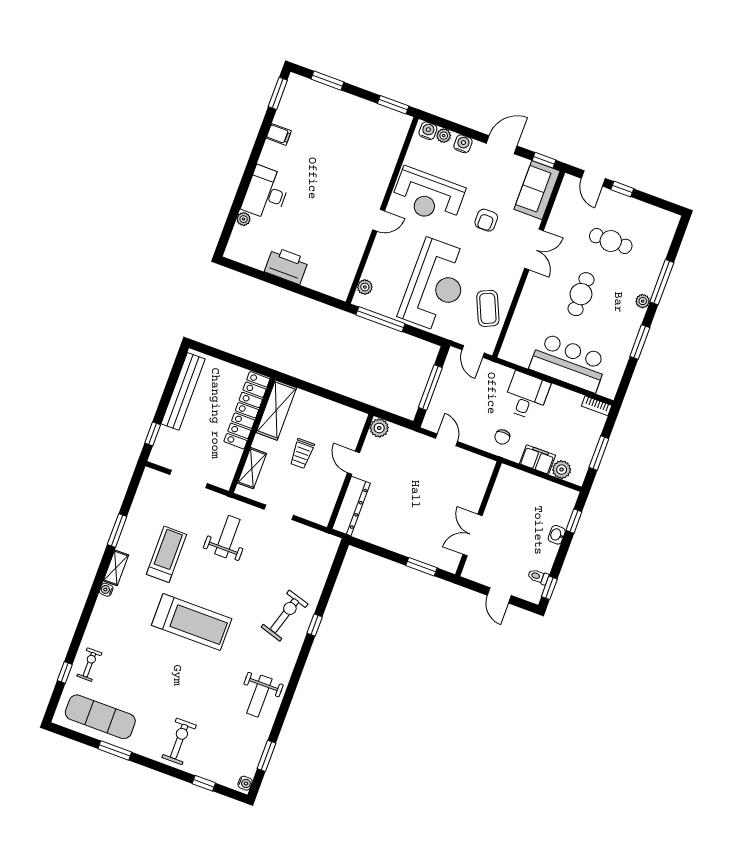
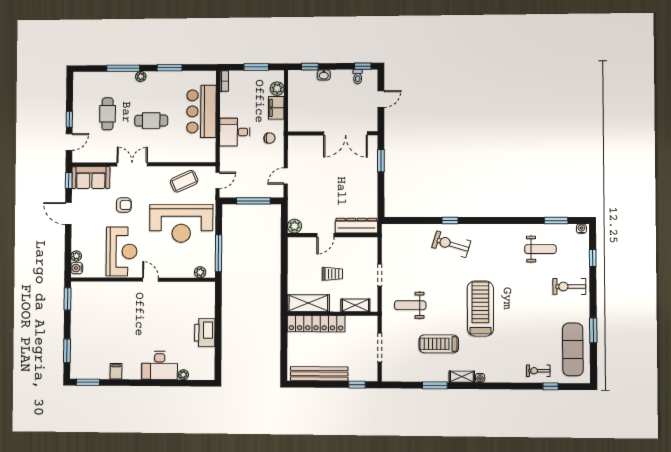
water cooler: (463, 144) -> (77, 240), removed
reception desk: (436, 285) -> (181, 223), turned 180
double door: (472, 535) -> (346, 133), width x1.37
weight bench: (259, 696) -> (540, 249), moved

